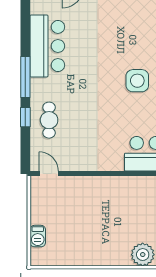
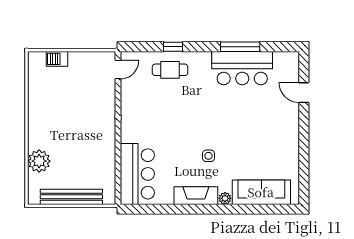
window: (25, 77) -> (240, 47), moved
side table: (137, 81) -> (208, 156), width x0.54, depth x0.54

